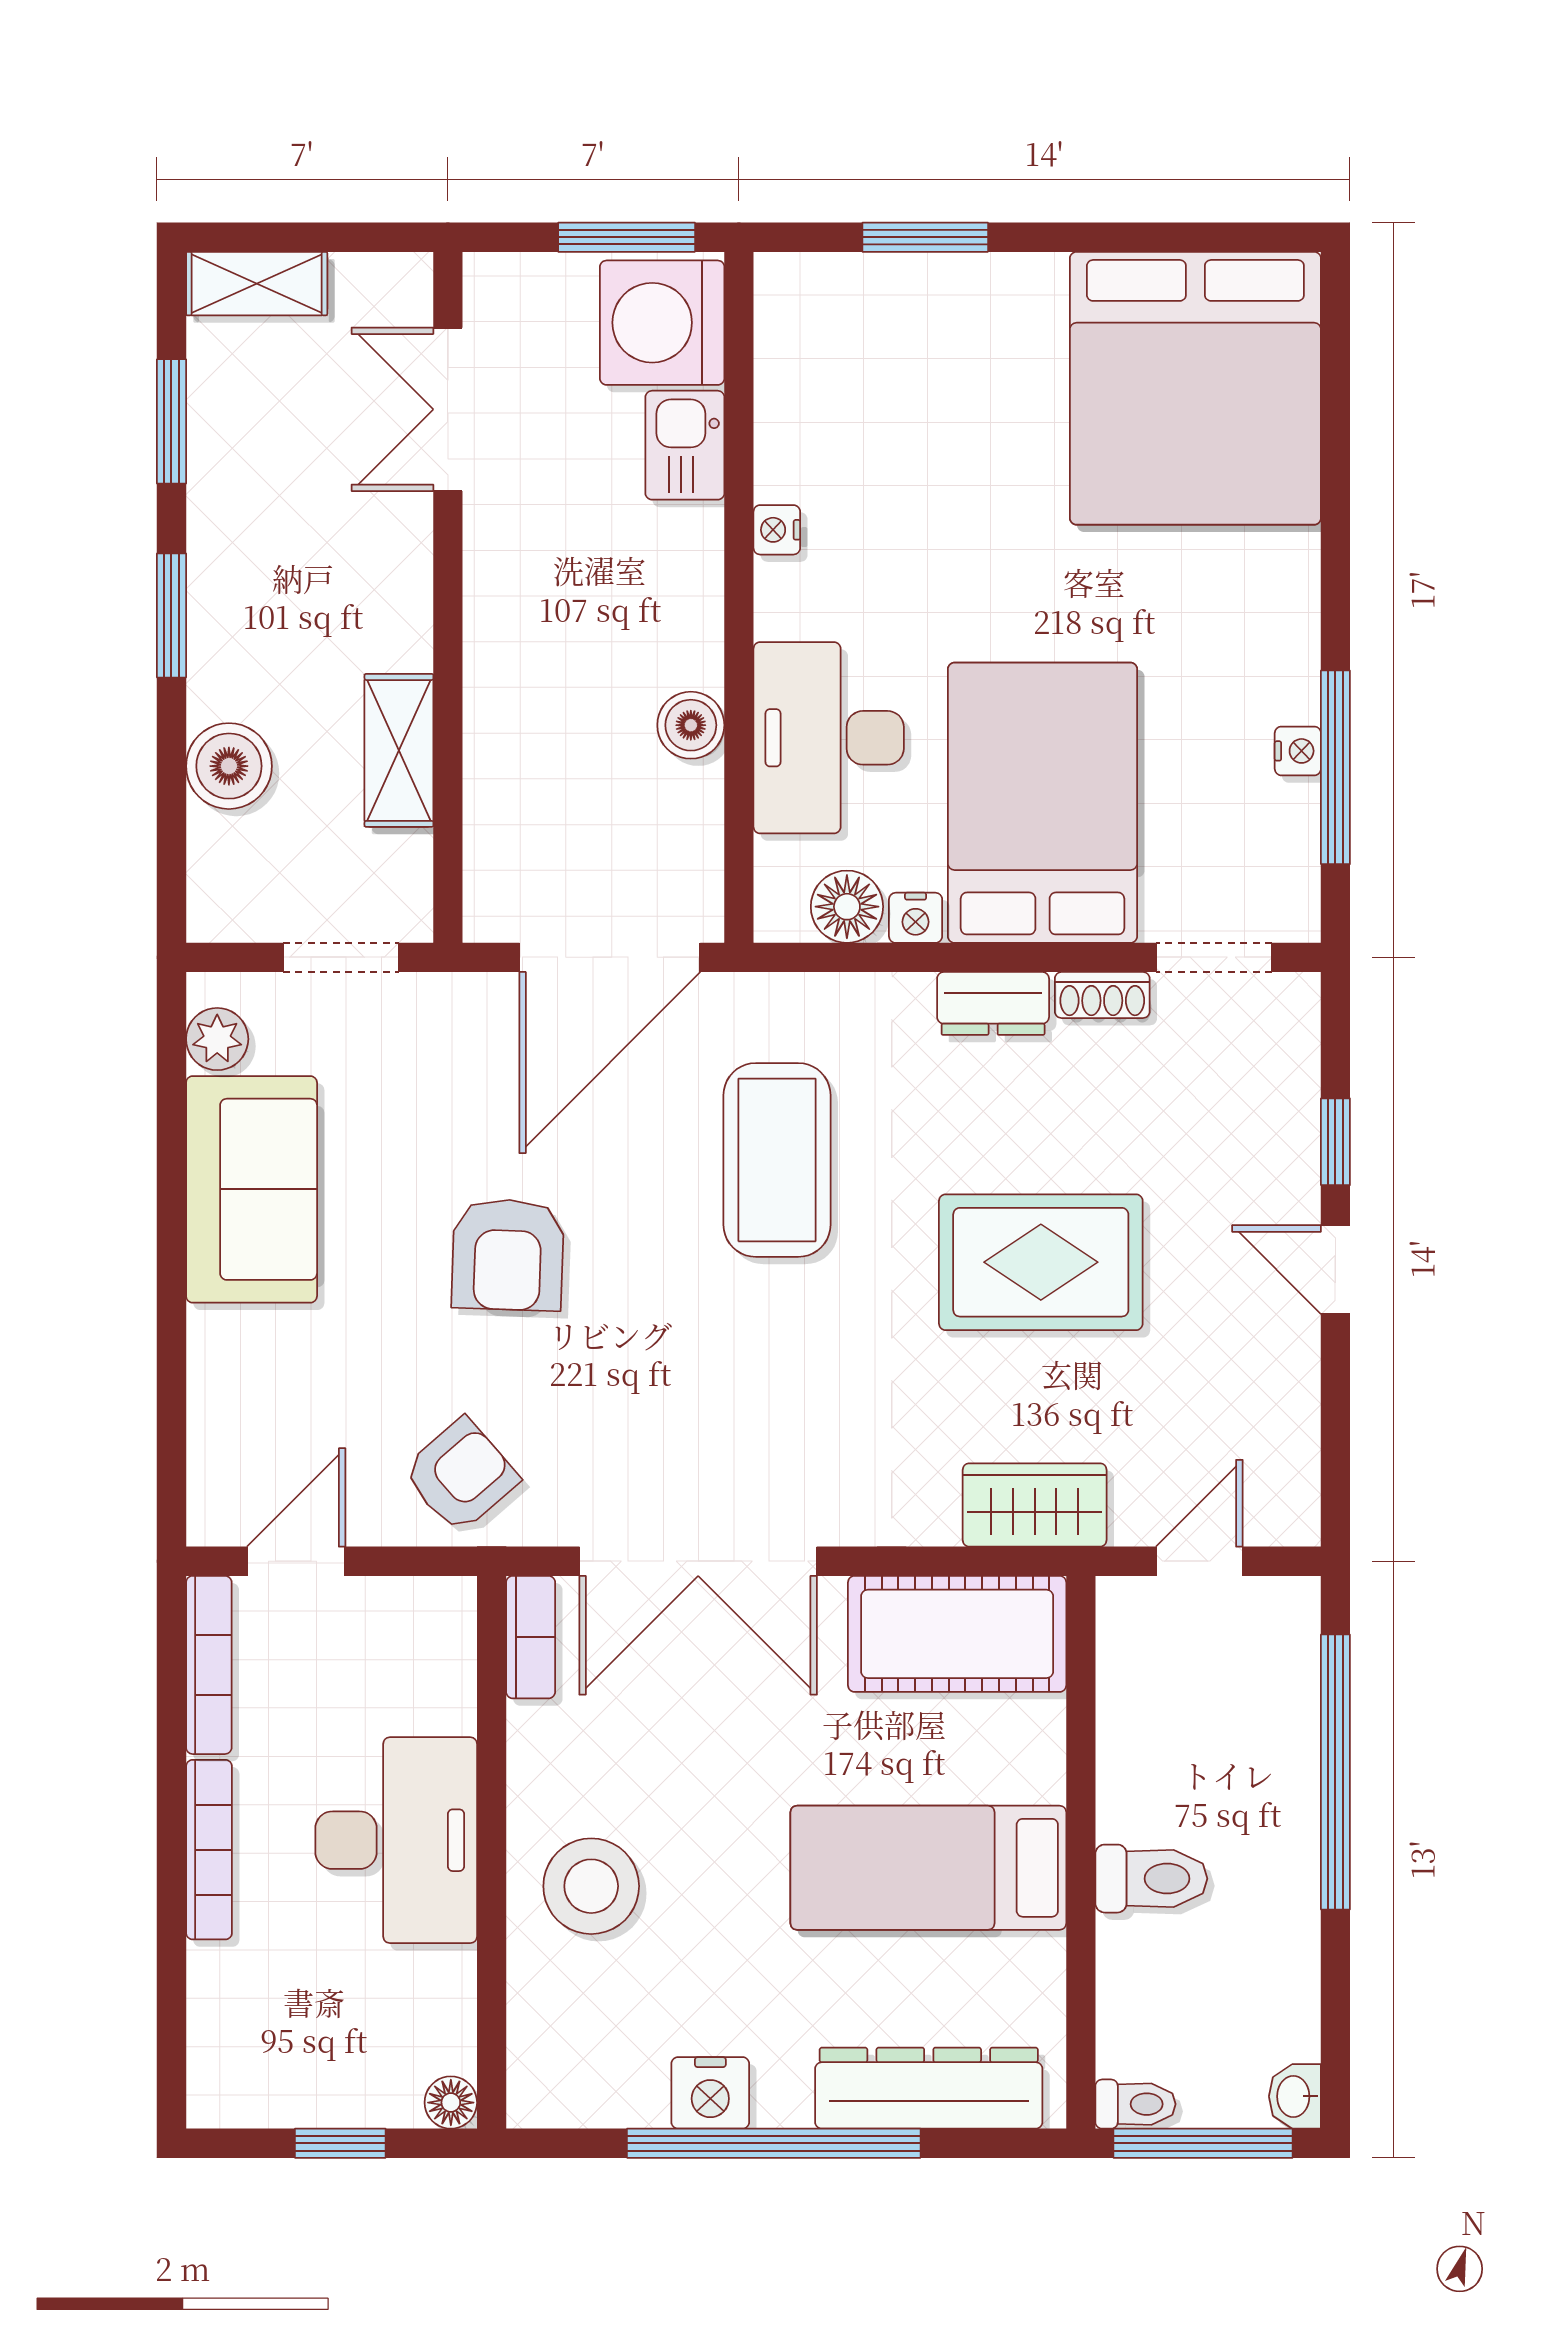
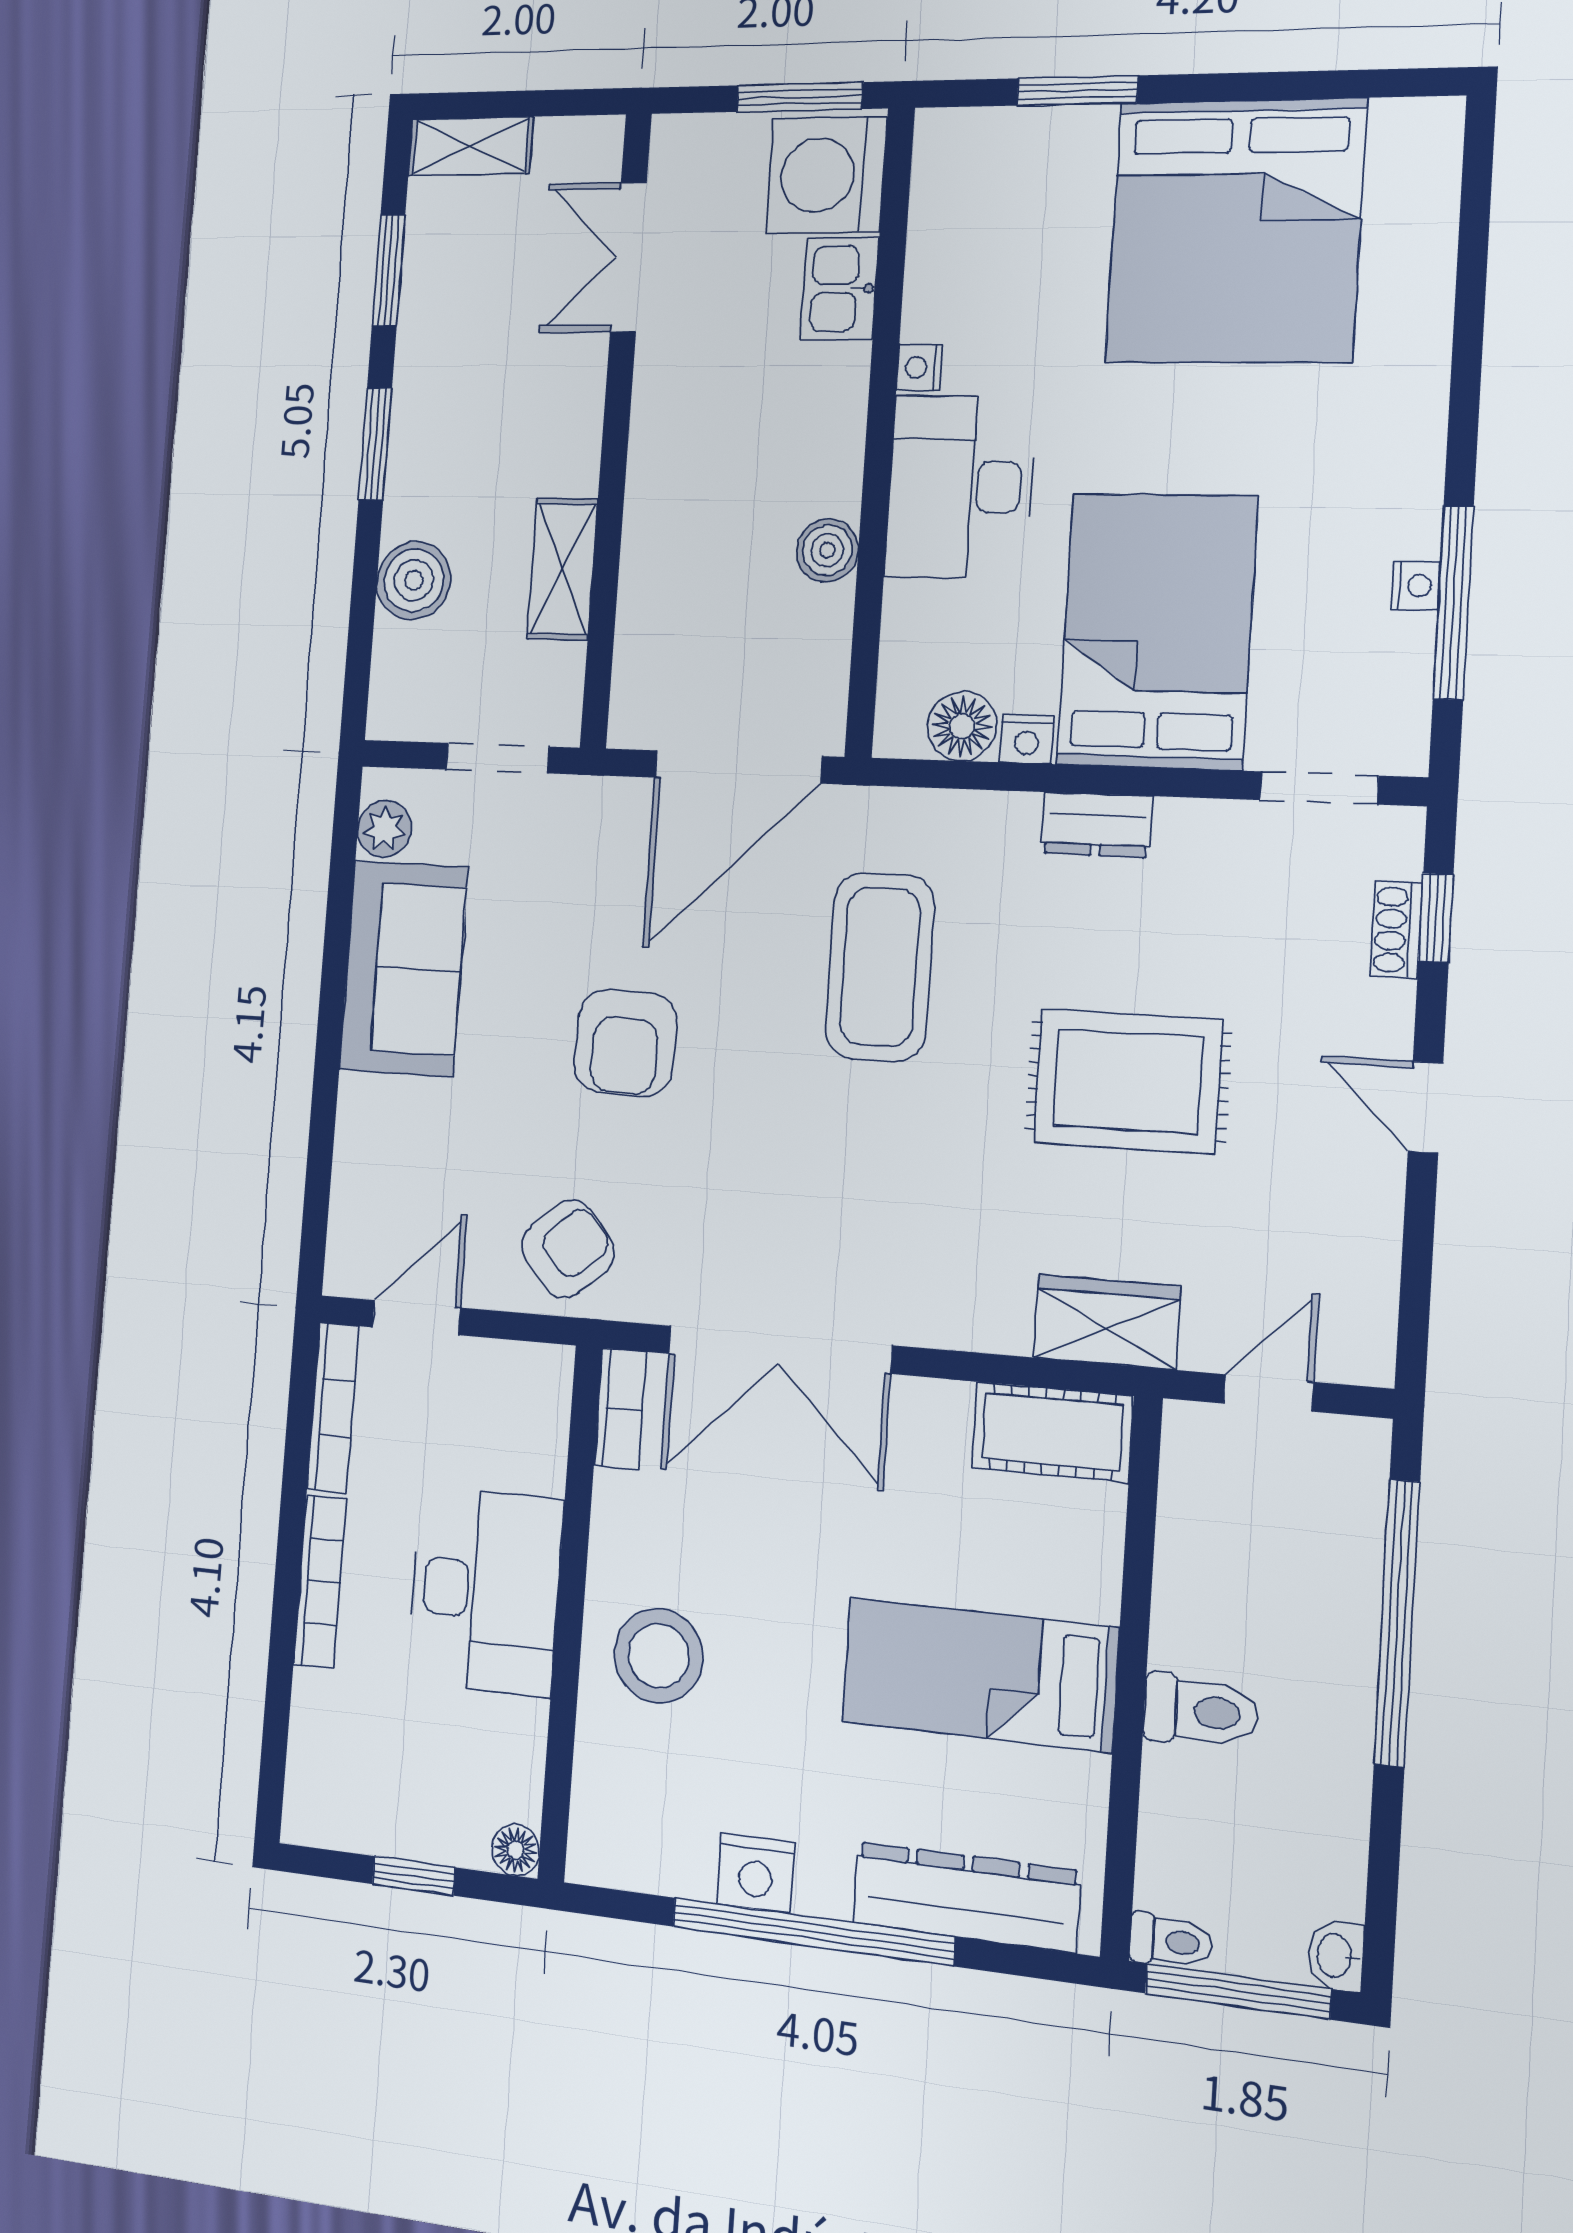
bed: (1195, 388) -> (1235, 231), moved
desk: (829, 738) -> (960, 487), moved
shoe rack: (1102, 995) -> (1396, 930), moved, turned 90
window: (1335, 1142) -> (1436, 918), moved
cot: (957, 1634) -> (1052, 1432), width x0.73, depth x0.75

